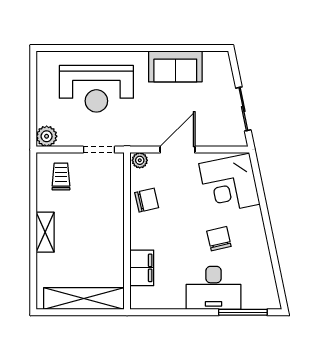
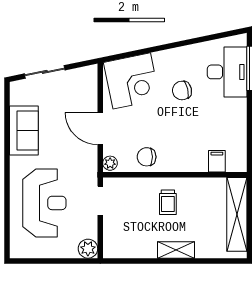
sliding door: (243, 109) -> (45, 72), moved
trolley: (61, 176) -> (168, 202), moved, turned -90
chair: (147, 200) -> (147, 157), turned -77
filing cabinet: (142, 268) -> (217, 161), width x0.50
desk: (213, 288) -> (227, 72), moved

